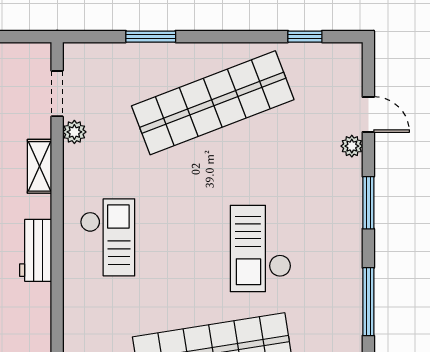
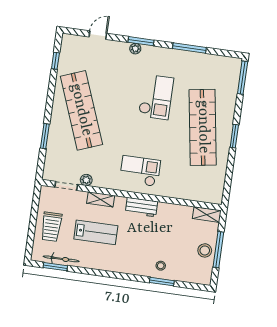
plant: (352, 146) -> (135, 49), moved
checkout: (261, 248) -> (156, 97), turned -90

